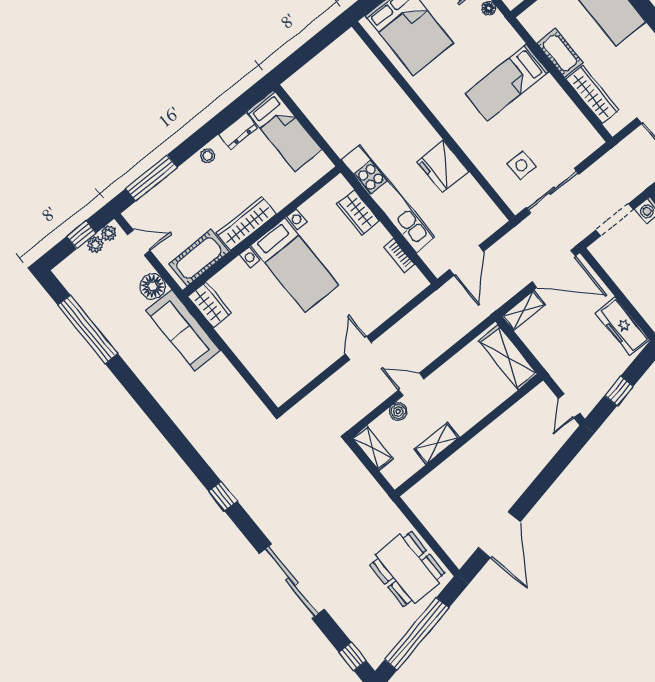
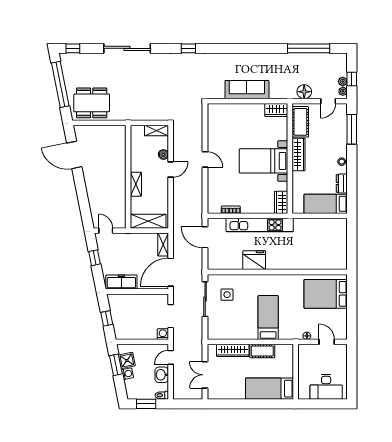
wardrobe: (358, 213) -> (281, 202), moved, turned -90
sofa: (183, 330) -> (247, 90), moved
shelving: (437, 443) -> (136, 184), moved

